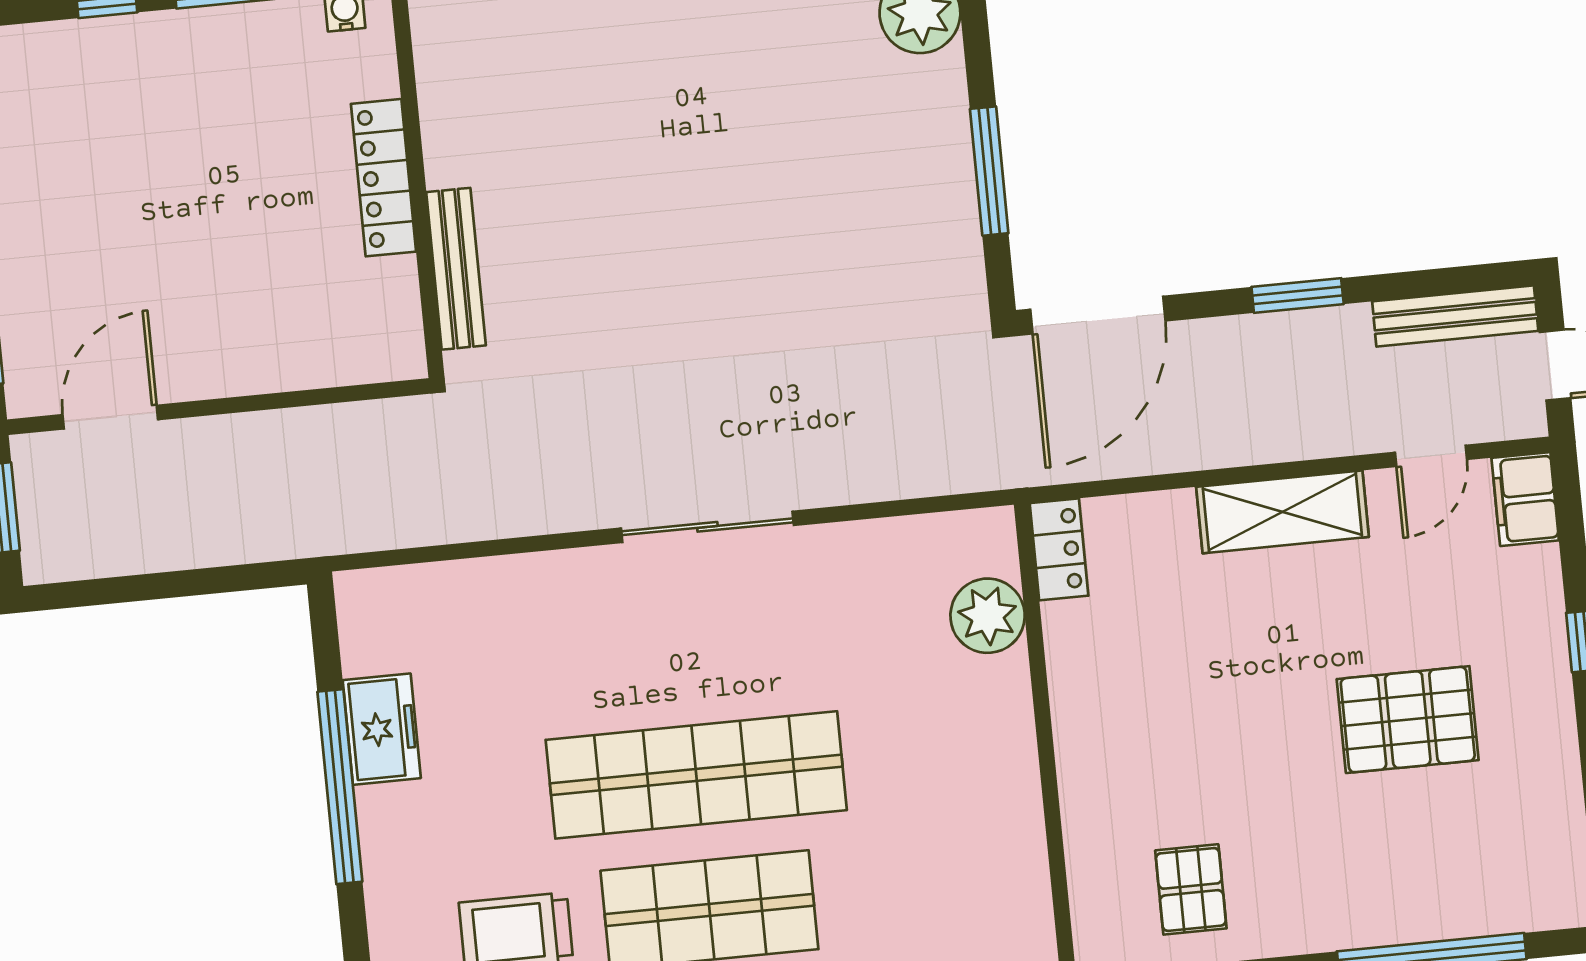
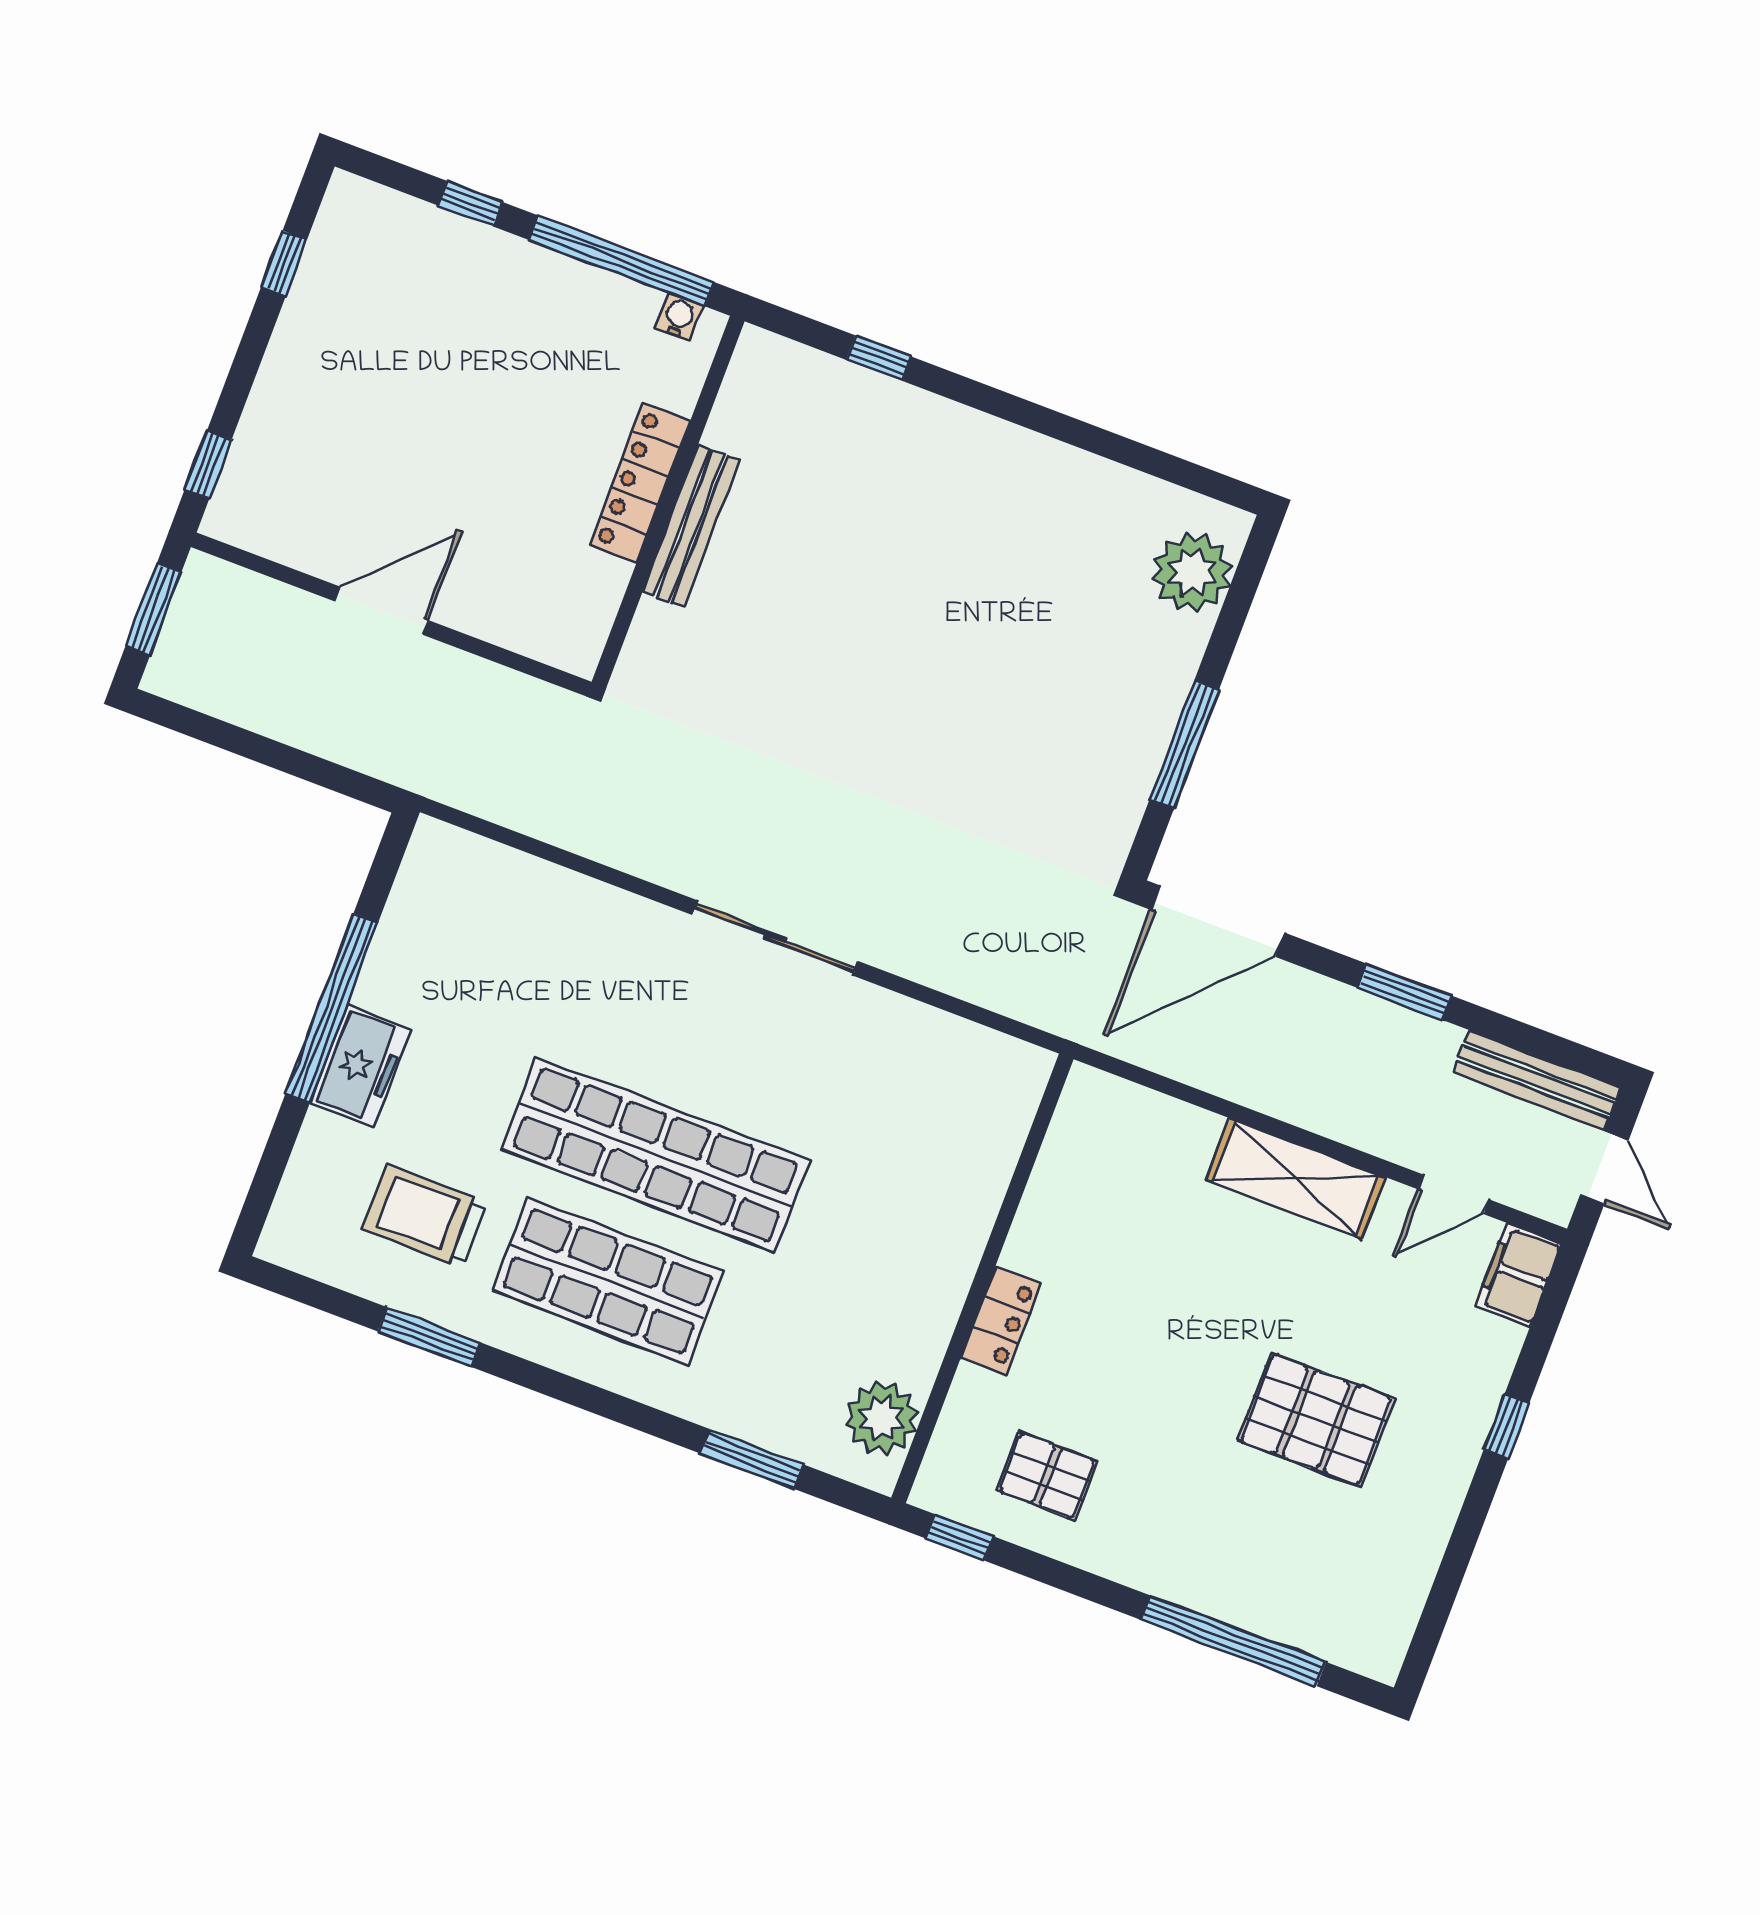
bench: (456, 269) -> (691, 526), moved
door: (110, 417) -> (381, 611), moved
locker: (1059, 549) -> (1001, 1320), moved
plant: (988, 616) -> (882, 1418), moved
freezer: (382, 729) -> (360, 1066), moved
pallet: (1191, 889) -> (1047, 1476), turned 90

